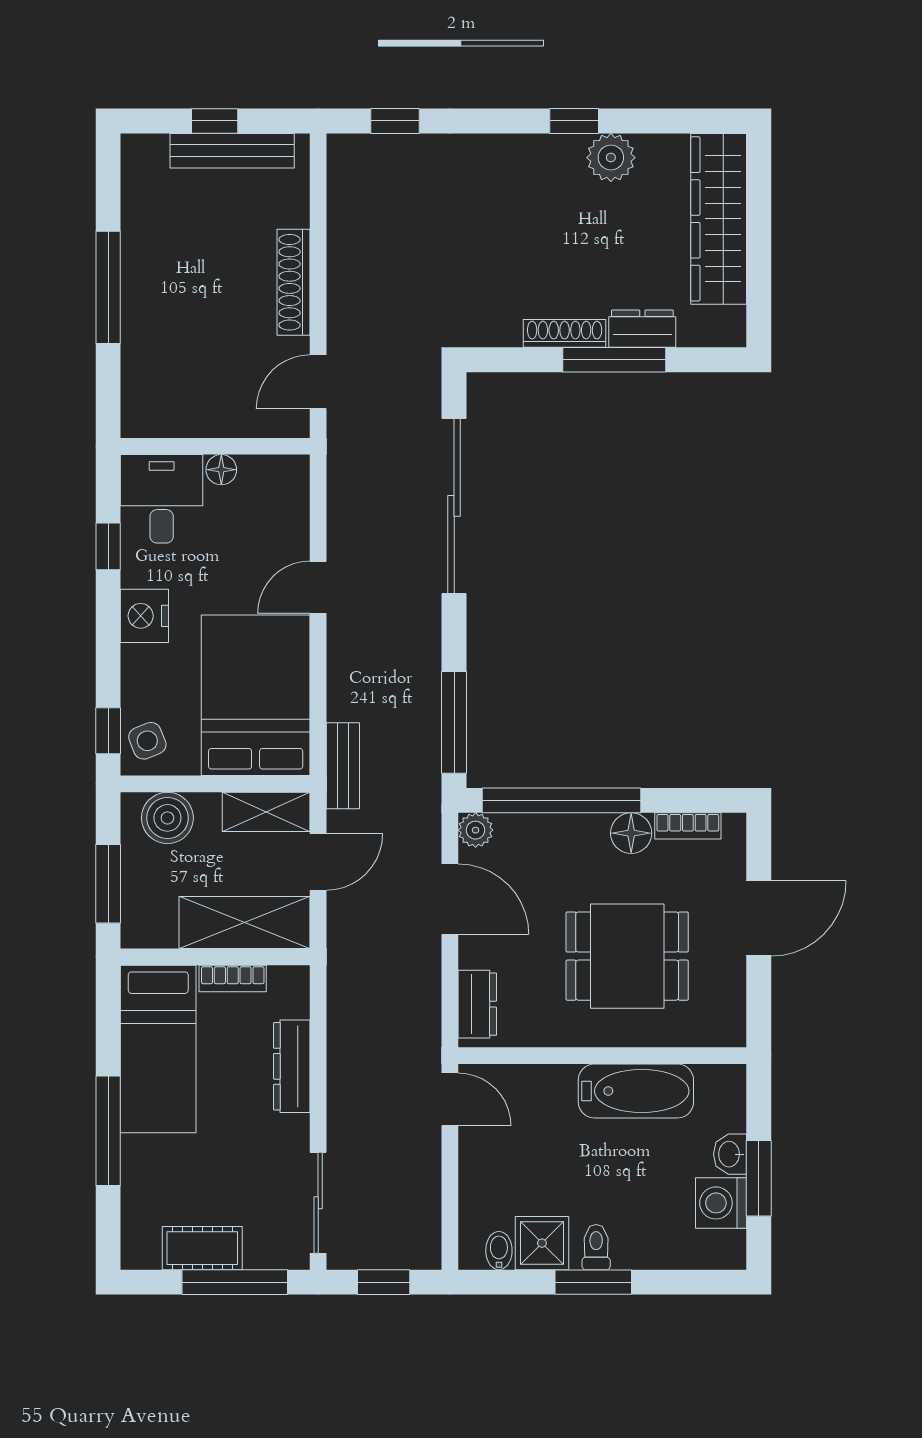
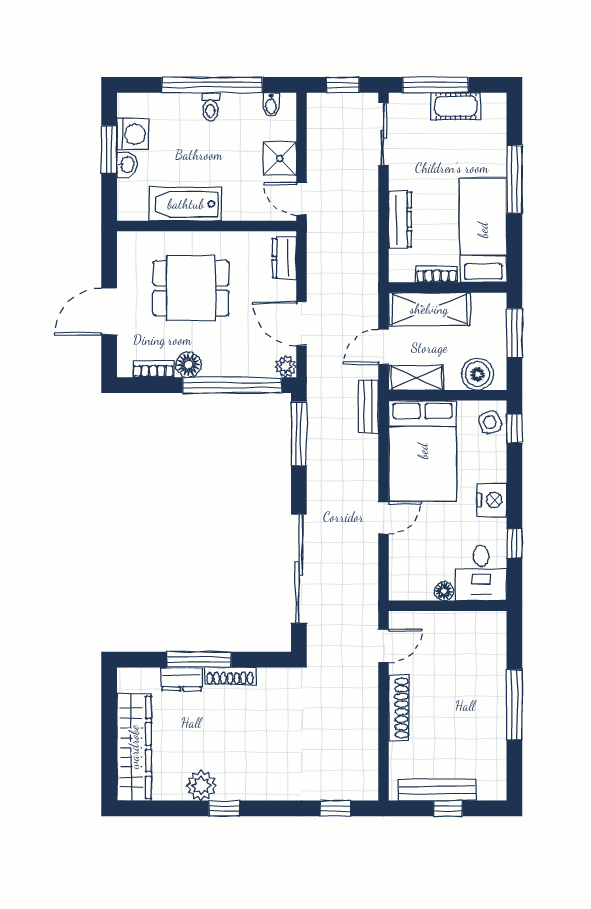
shower: (542, 1243) -> (280, 158), moved
window: (593, 1282) -> (212, 85), width x2.11

